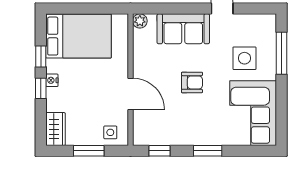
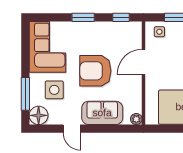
floor lamp: (264, 26) -> (39, 115), added
armchair: (192, 82) -> (95, 71), width x1.88, depth x1.88
door: (131, 94) -> (144, 62), hinge flipped

